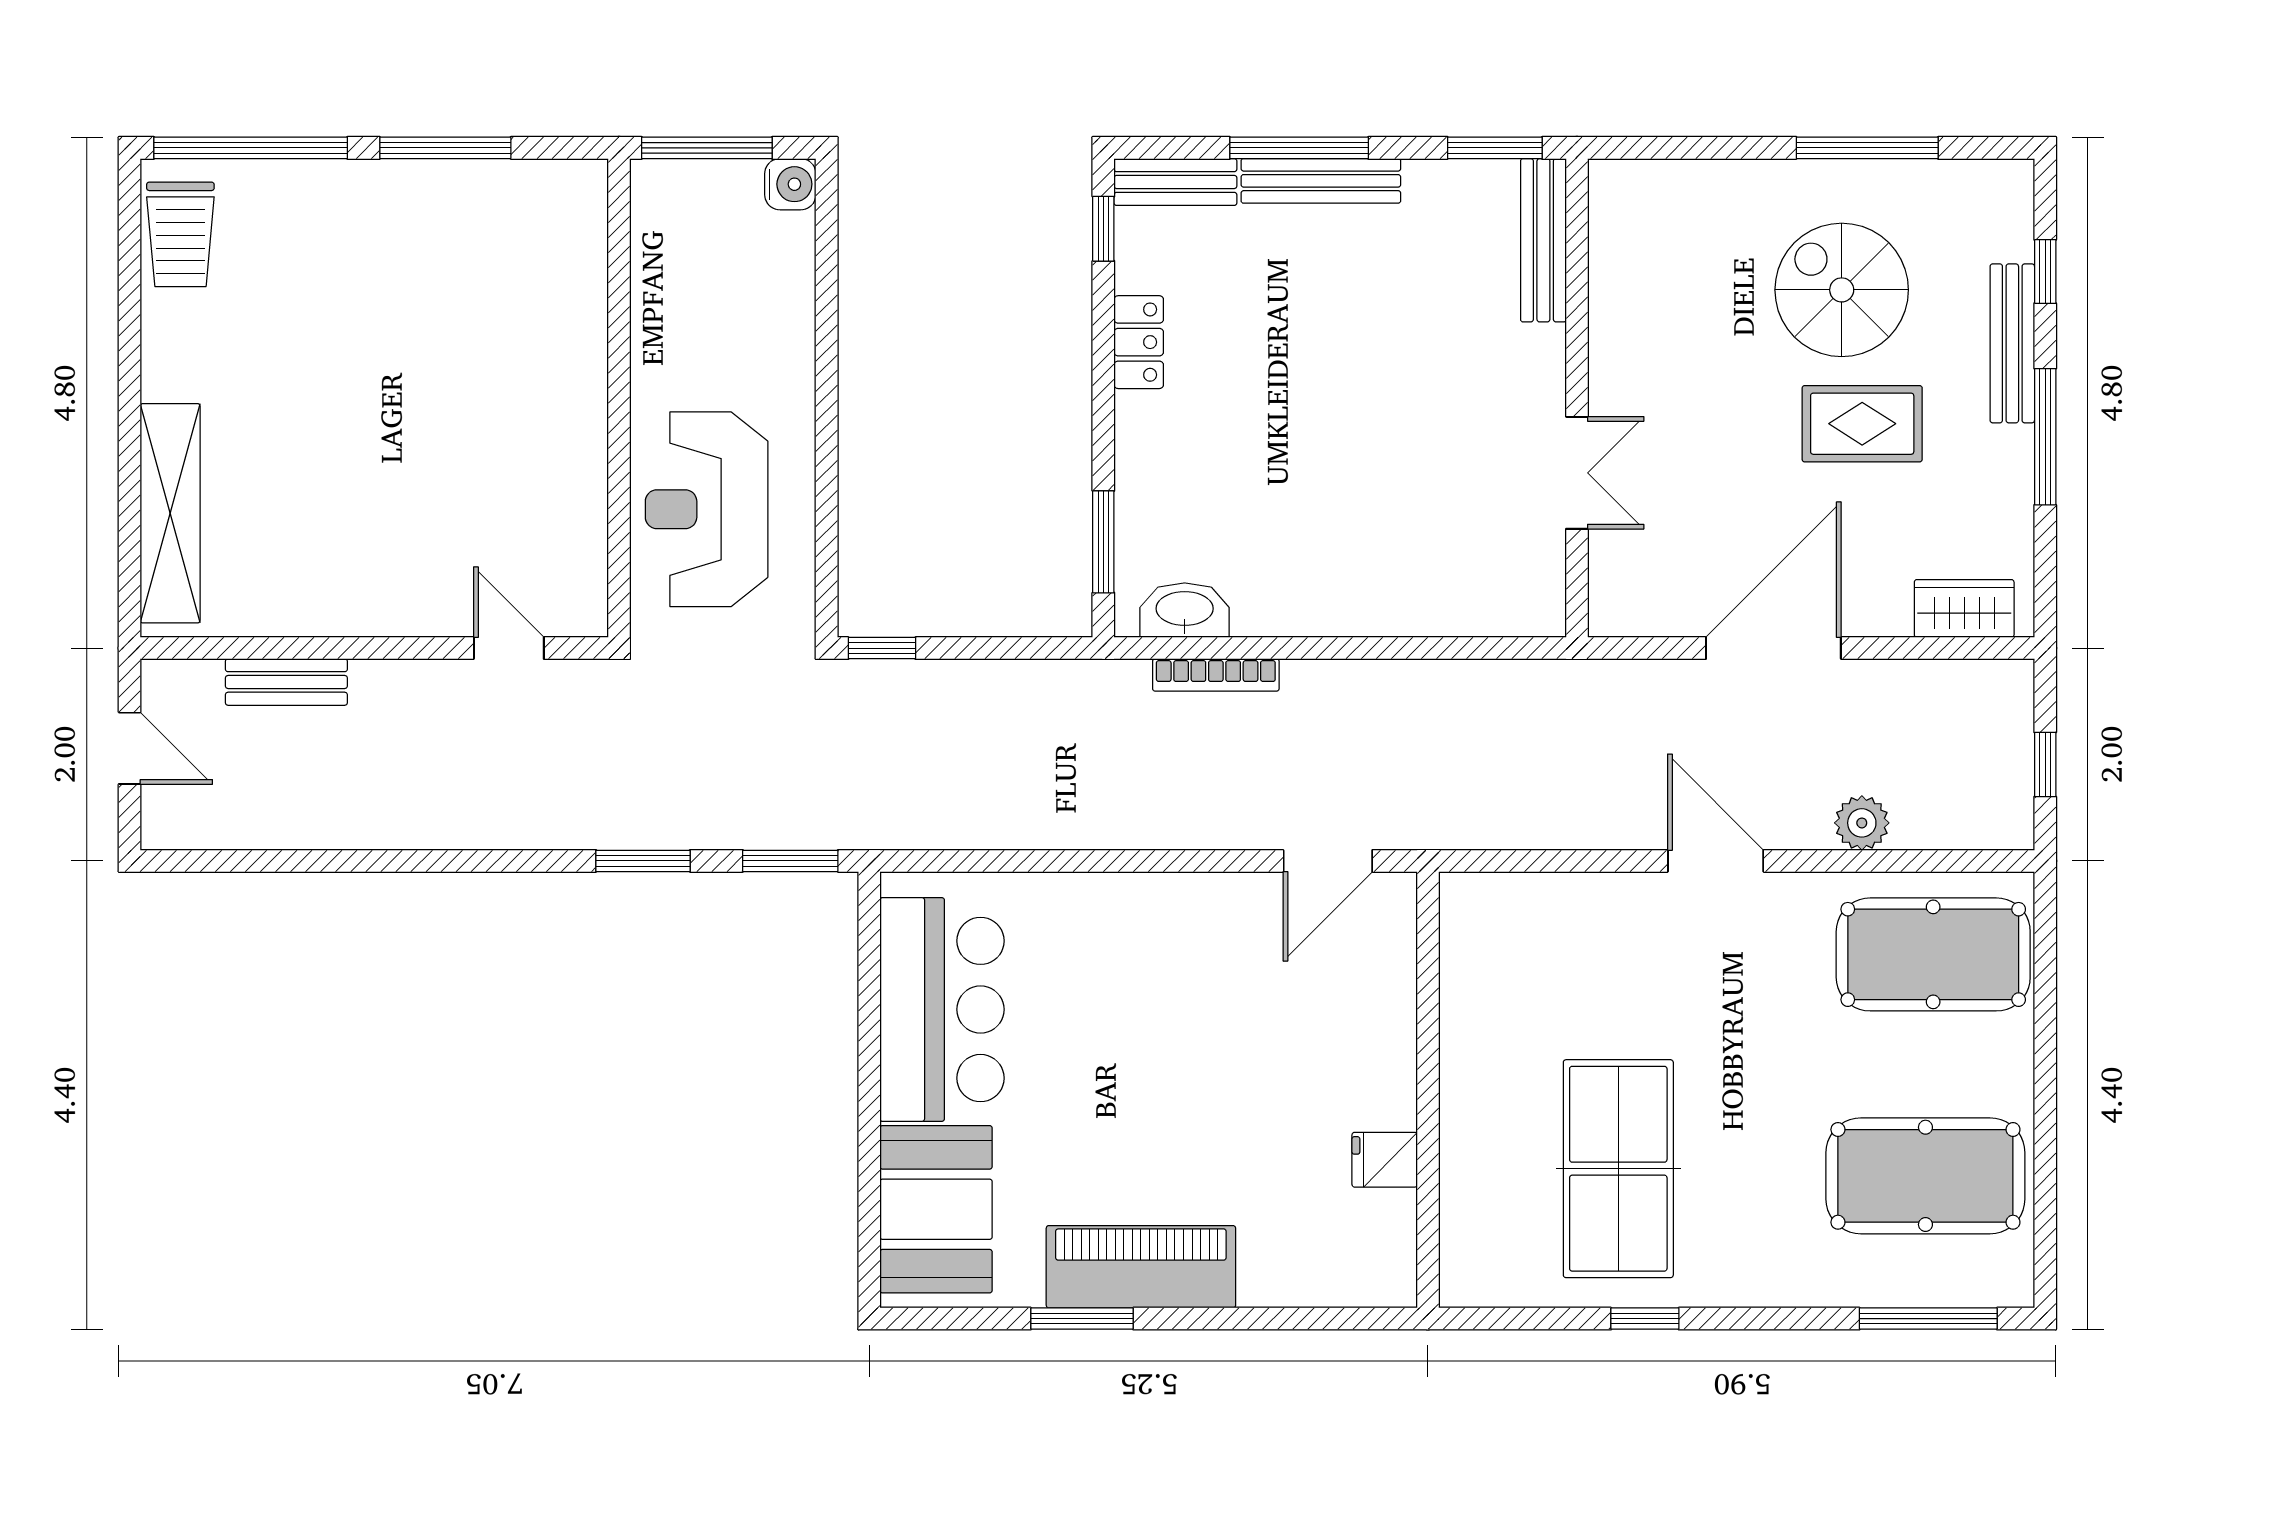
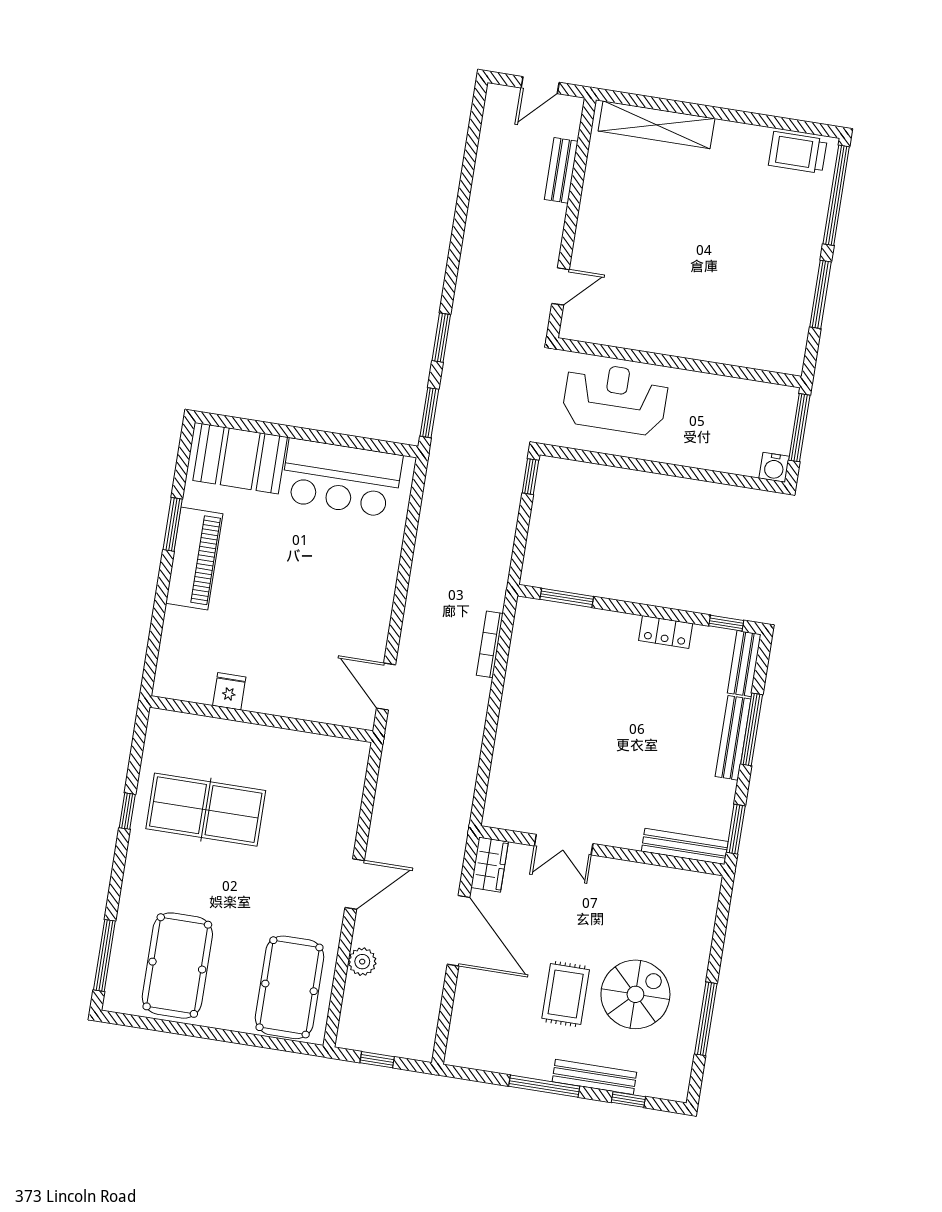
wardrobe: (1964, 608) -> (490, 865), moved
washbasin: (1185, 610) -> (525, 634), removed

